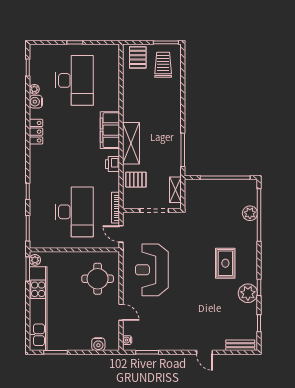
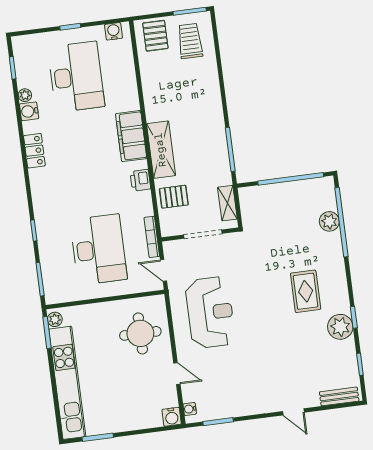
water cooler: (107, 50) -> (114, 31), added
reception desk: (152, 270) -> (210, 312), turned 180
water cooler: (98, 344) -> (172, 417), moved

